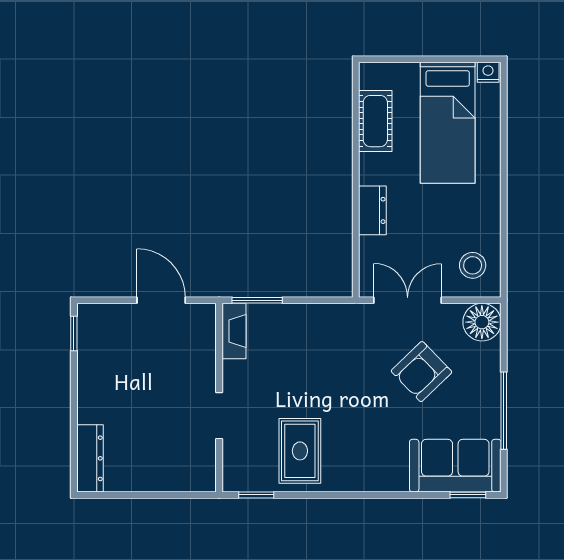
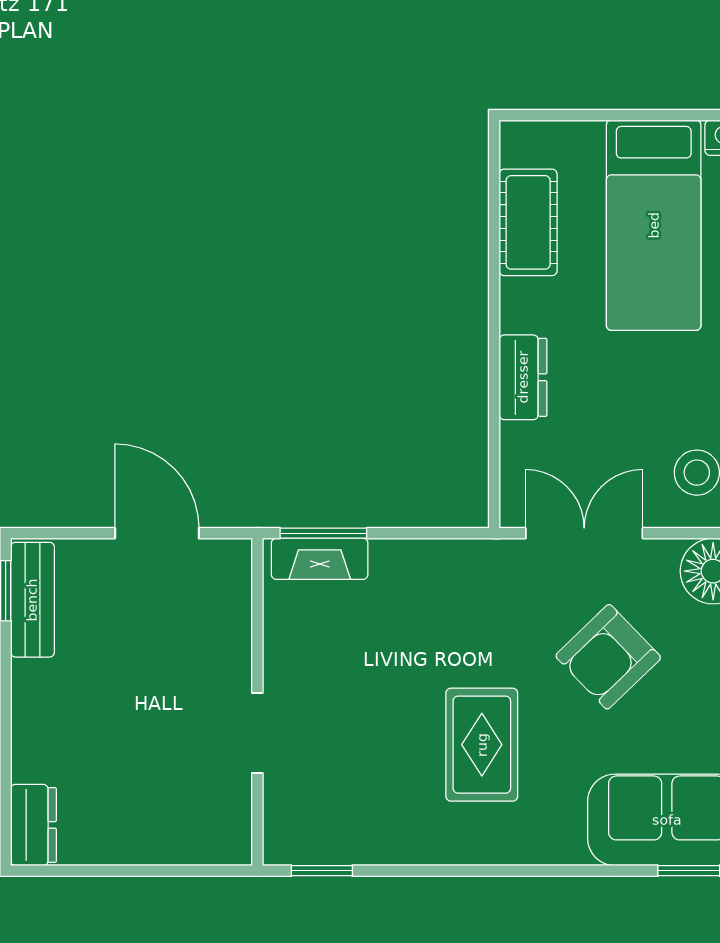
fireplace: (234, 331) -> (320, 559), moved, turned 90
bench: (89, 339) -> (32, 600), added
rug: (300, 451) -> (482, 745), moved
dresser: (90, 458) -> (33, 825), width x0.70

